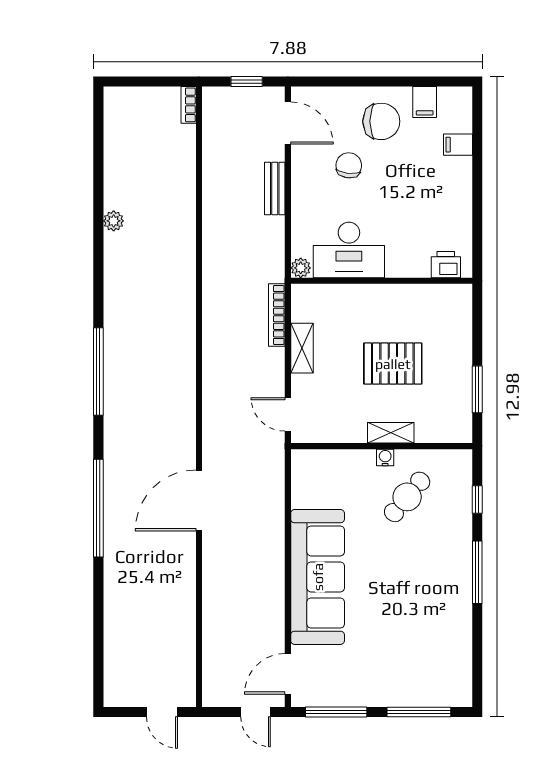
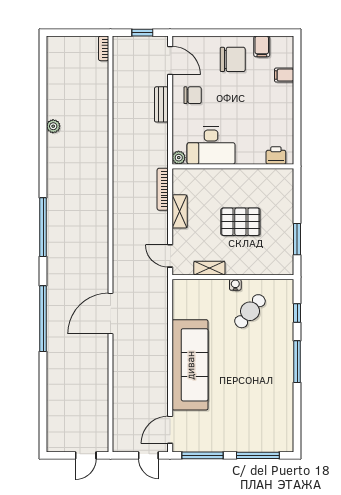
chair: (349, 165) -> (193, 95), moved, turned 83
shelving: (391, 433) -> (209, 268), moved
door: (162, 712) -> (86, 455), hinge flipped

